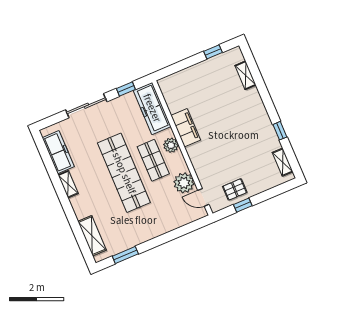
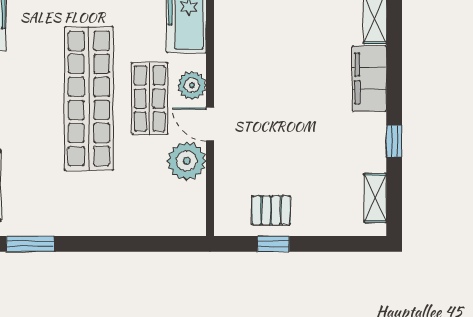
filing cabinet: (186, 128) -> (369, 78), moved, turned 180
door: (203, 197) -> (210, 124), moved

